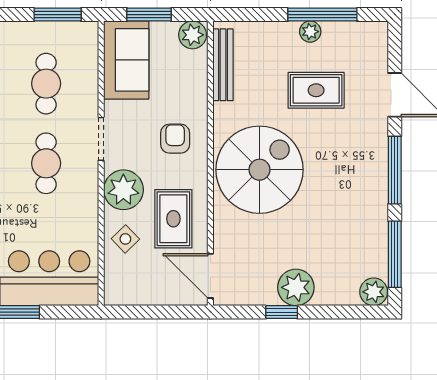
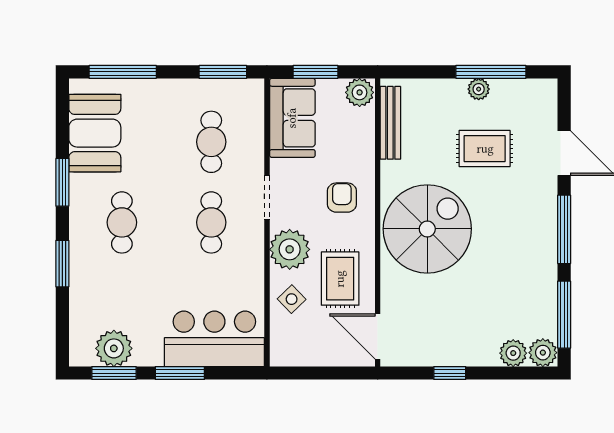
plant: (296, 287) -> (513, 353), moved, width x0.73, depth x0.73

